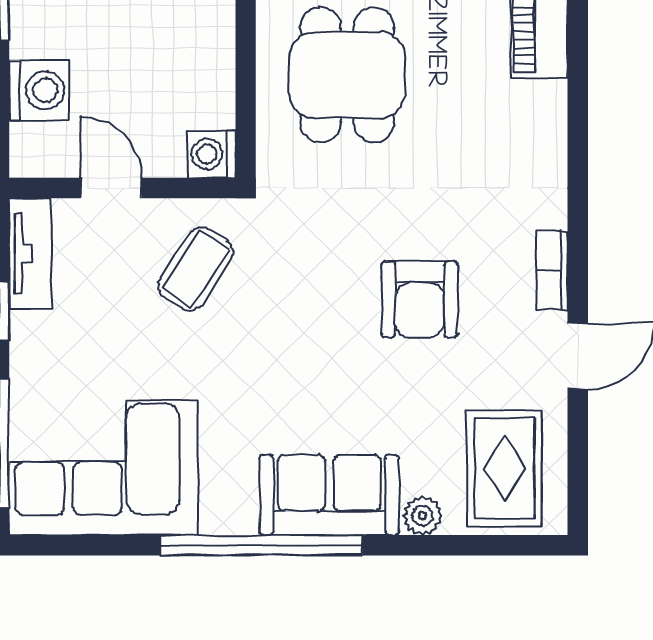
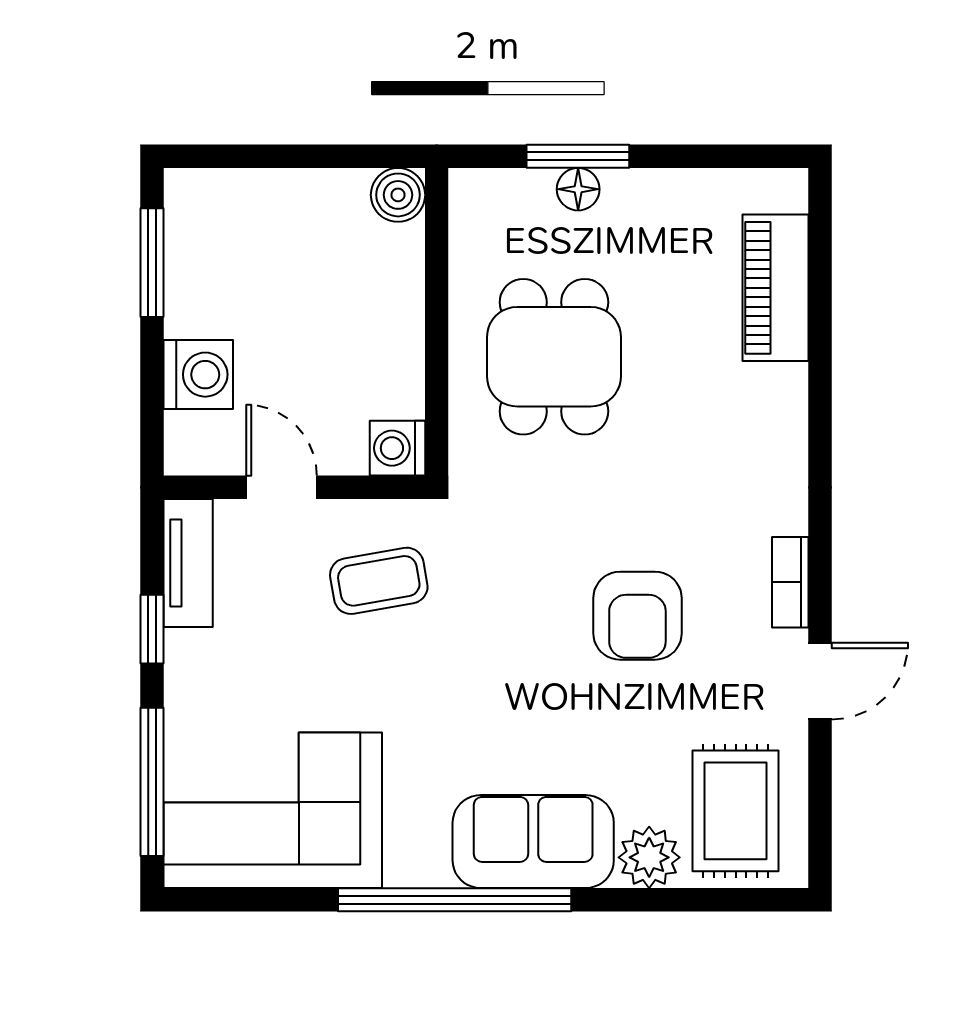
coffee table: (196, 269) -> (379, 581), turned 47
plant: (422, 516) -> (649, 857), width x1.38, depth x1.38

